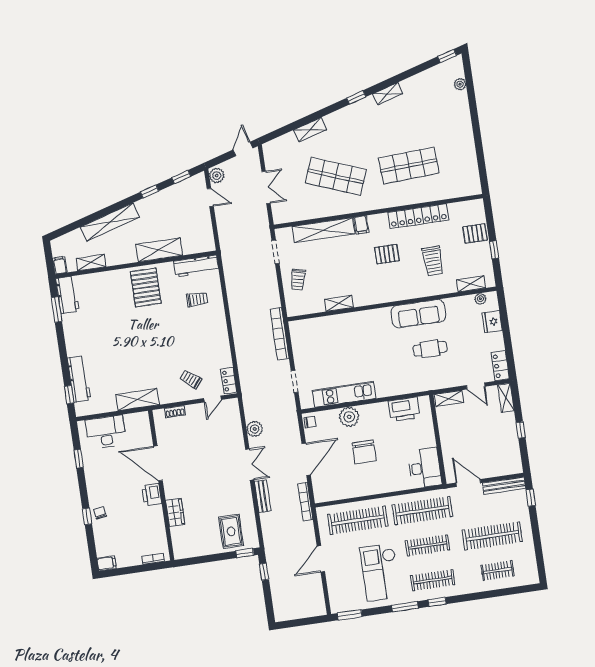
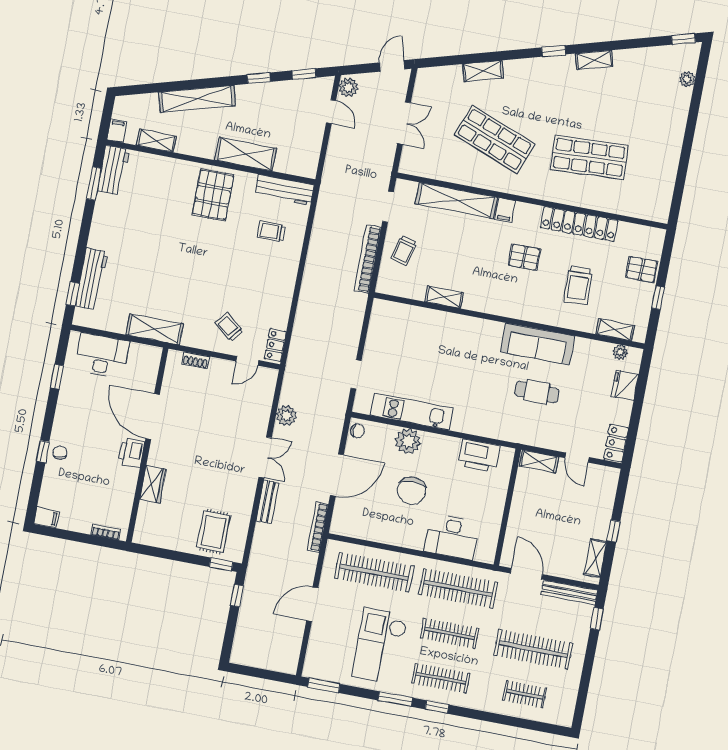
trolley: (197, 299) -> (271, 231), turned 180
bookcase: (280, 334) -> (367, 259), moved
shelving: (506, 398) -> (595, 558), moved
desk: (425, 468) -> (452, 537), moved, turned 90

